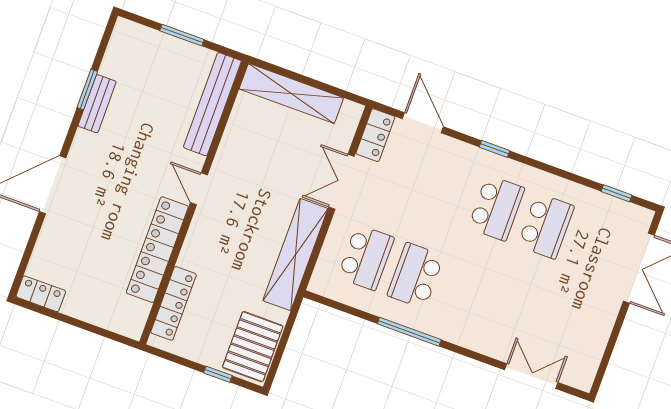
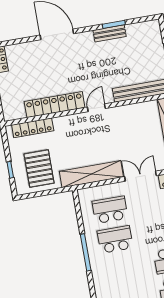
school desk: (366, 258) -> (110, 210), turned 180
pallet: (253, 347) -> (39, 169), moved, turned 90

